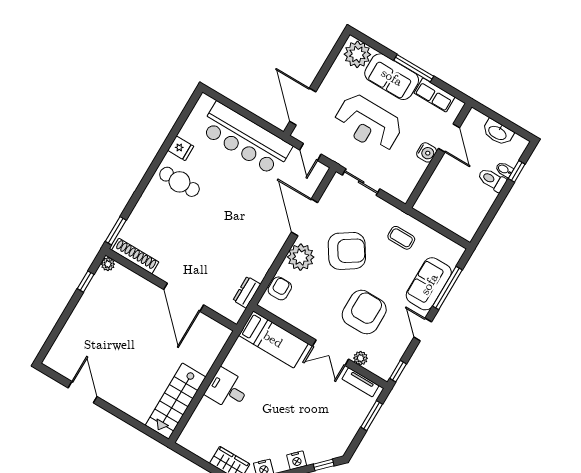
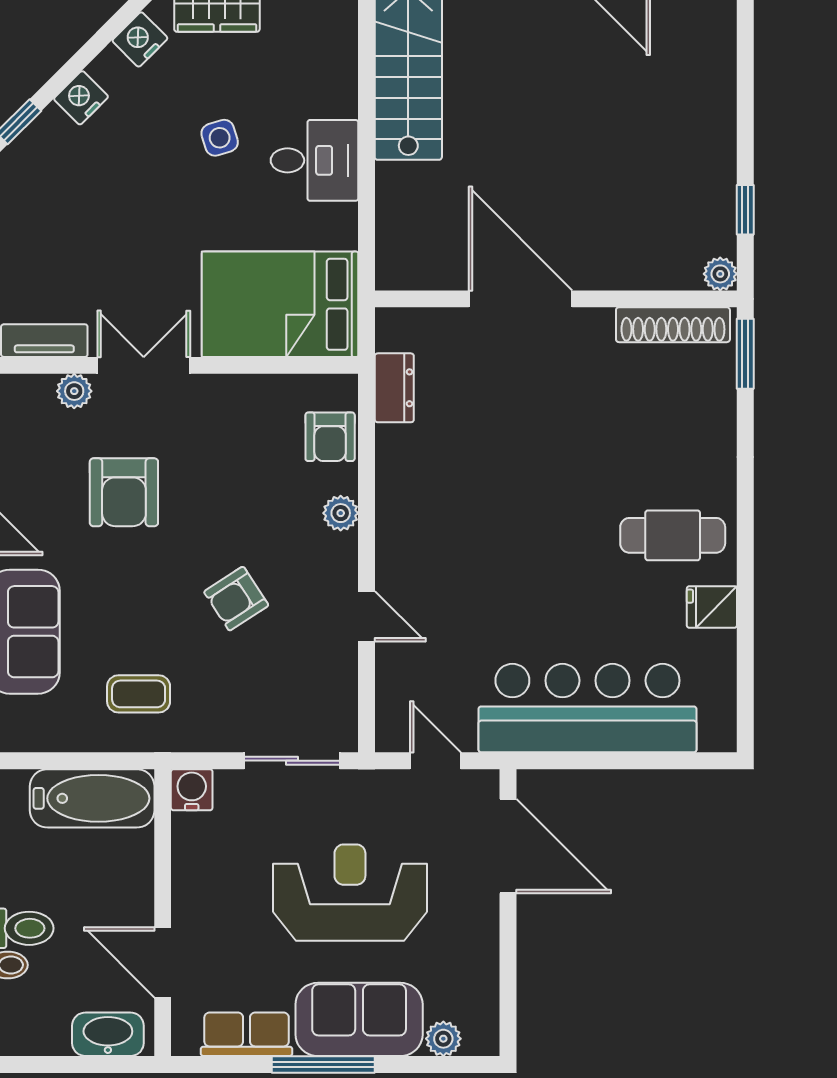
plant: (357, 54) -> (443, 1039), width x0.53, depth x0.53
washbasin: (498, 133) -> (108, 1034), moved
water cooler: (427, 152) -> (192, 790), moved, turned 90
bathtub: (440, 211) -> (92, 798), added
door: (305, 217) -> (367, 616), width x0.53
armchair: (347, 251) -> (236, 599), width x0.53, depth x0.53
plant: (301, 257) -> (341, 513), width x0.53, depth x0.53
armchair: (364, 312) -> (124, 492), width x0.73, depth x0.73
bed: (273, 339) -> (280, 304), width x1.50
side table: (256, 417) -> (220, 138), added

